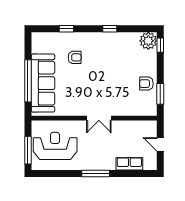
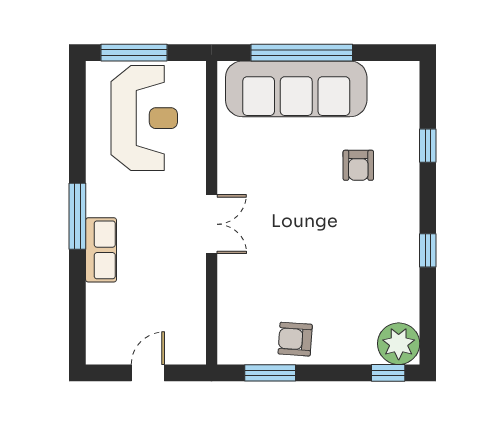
armchair: (146, 84) -> (295, 339), turned -86
double door: (99, 118) -> (212, 224), swing flipped
row of seats: (129, 164) -> (101, 250), moved

